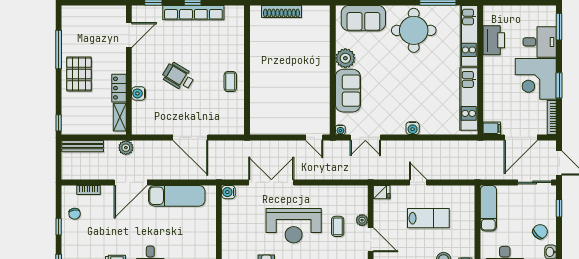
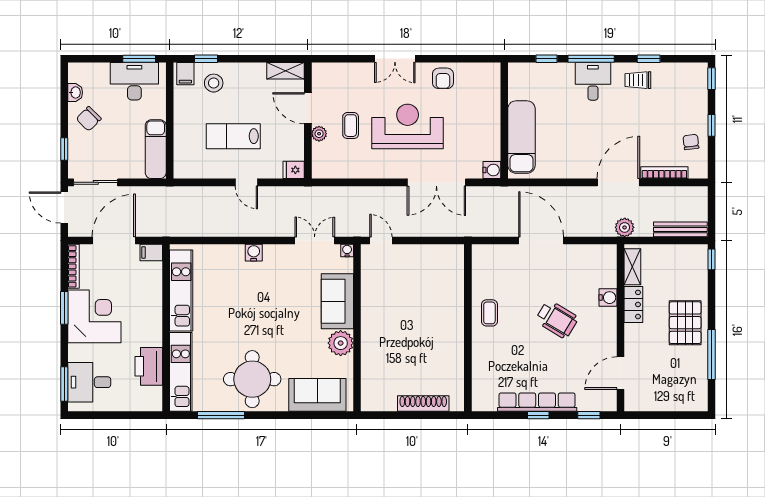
desk: (540, 42) -> (89, 382), moved
bookcase: (88, 190) -> (664, 173), width x1.56
exam couch: (177, 196) -> (521, 137), moved, turned 90

